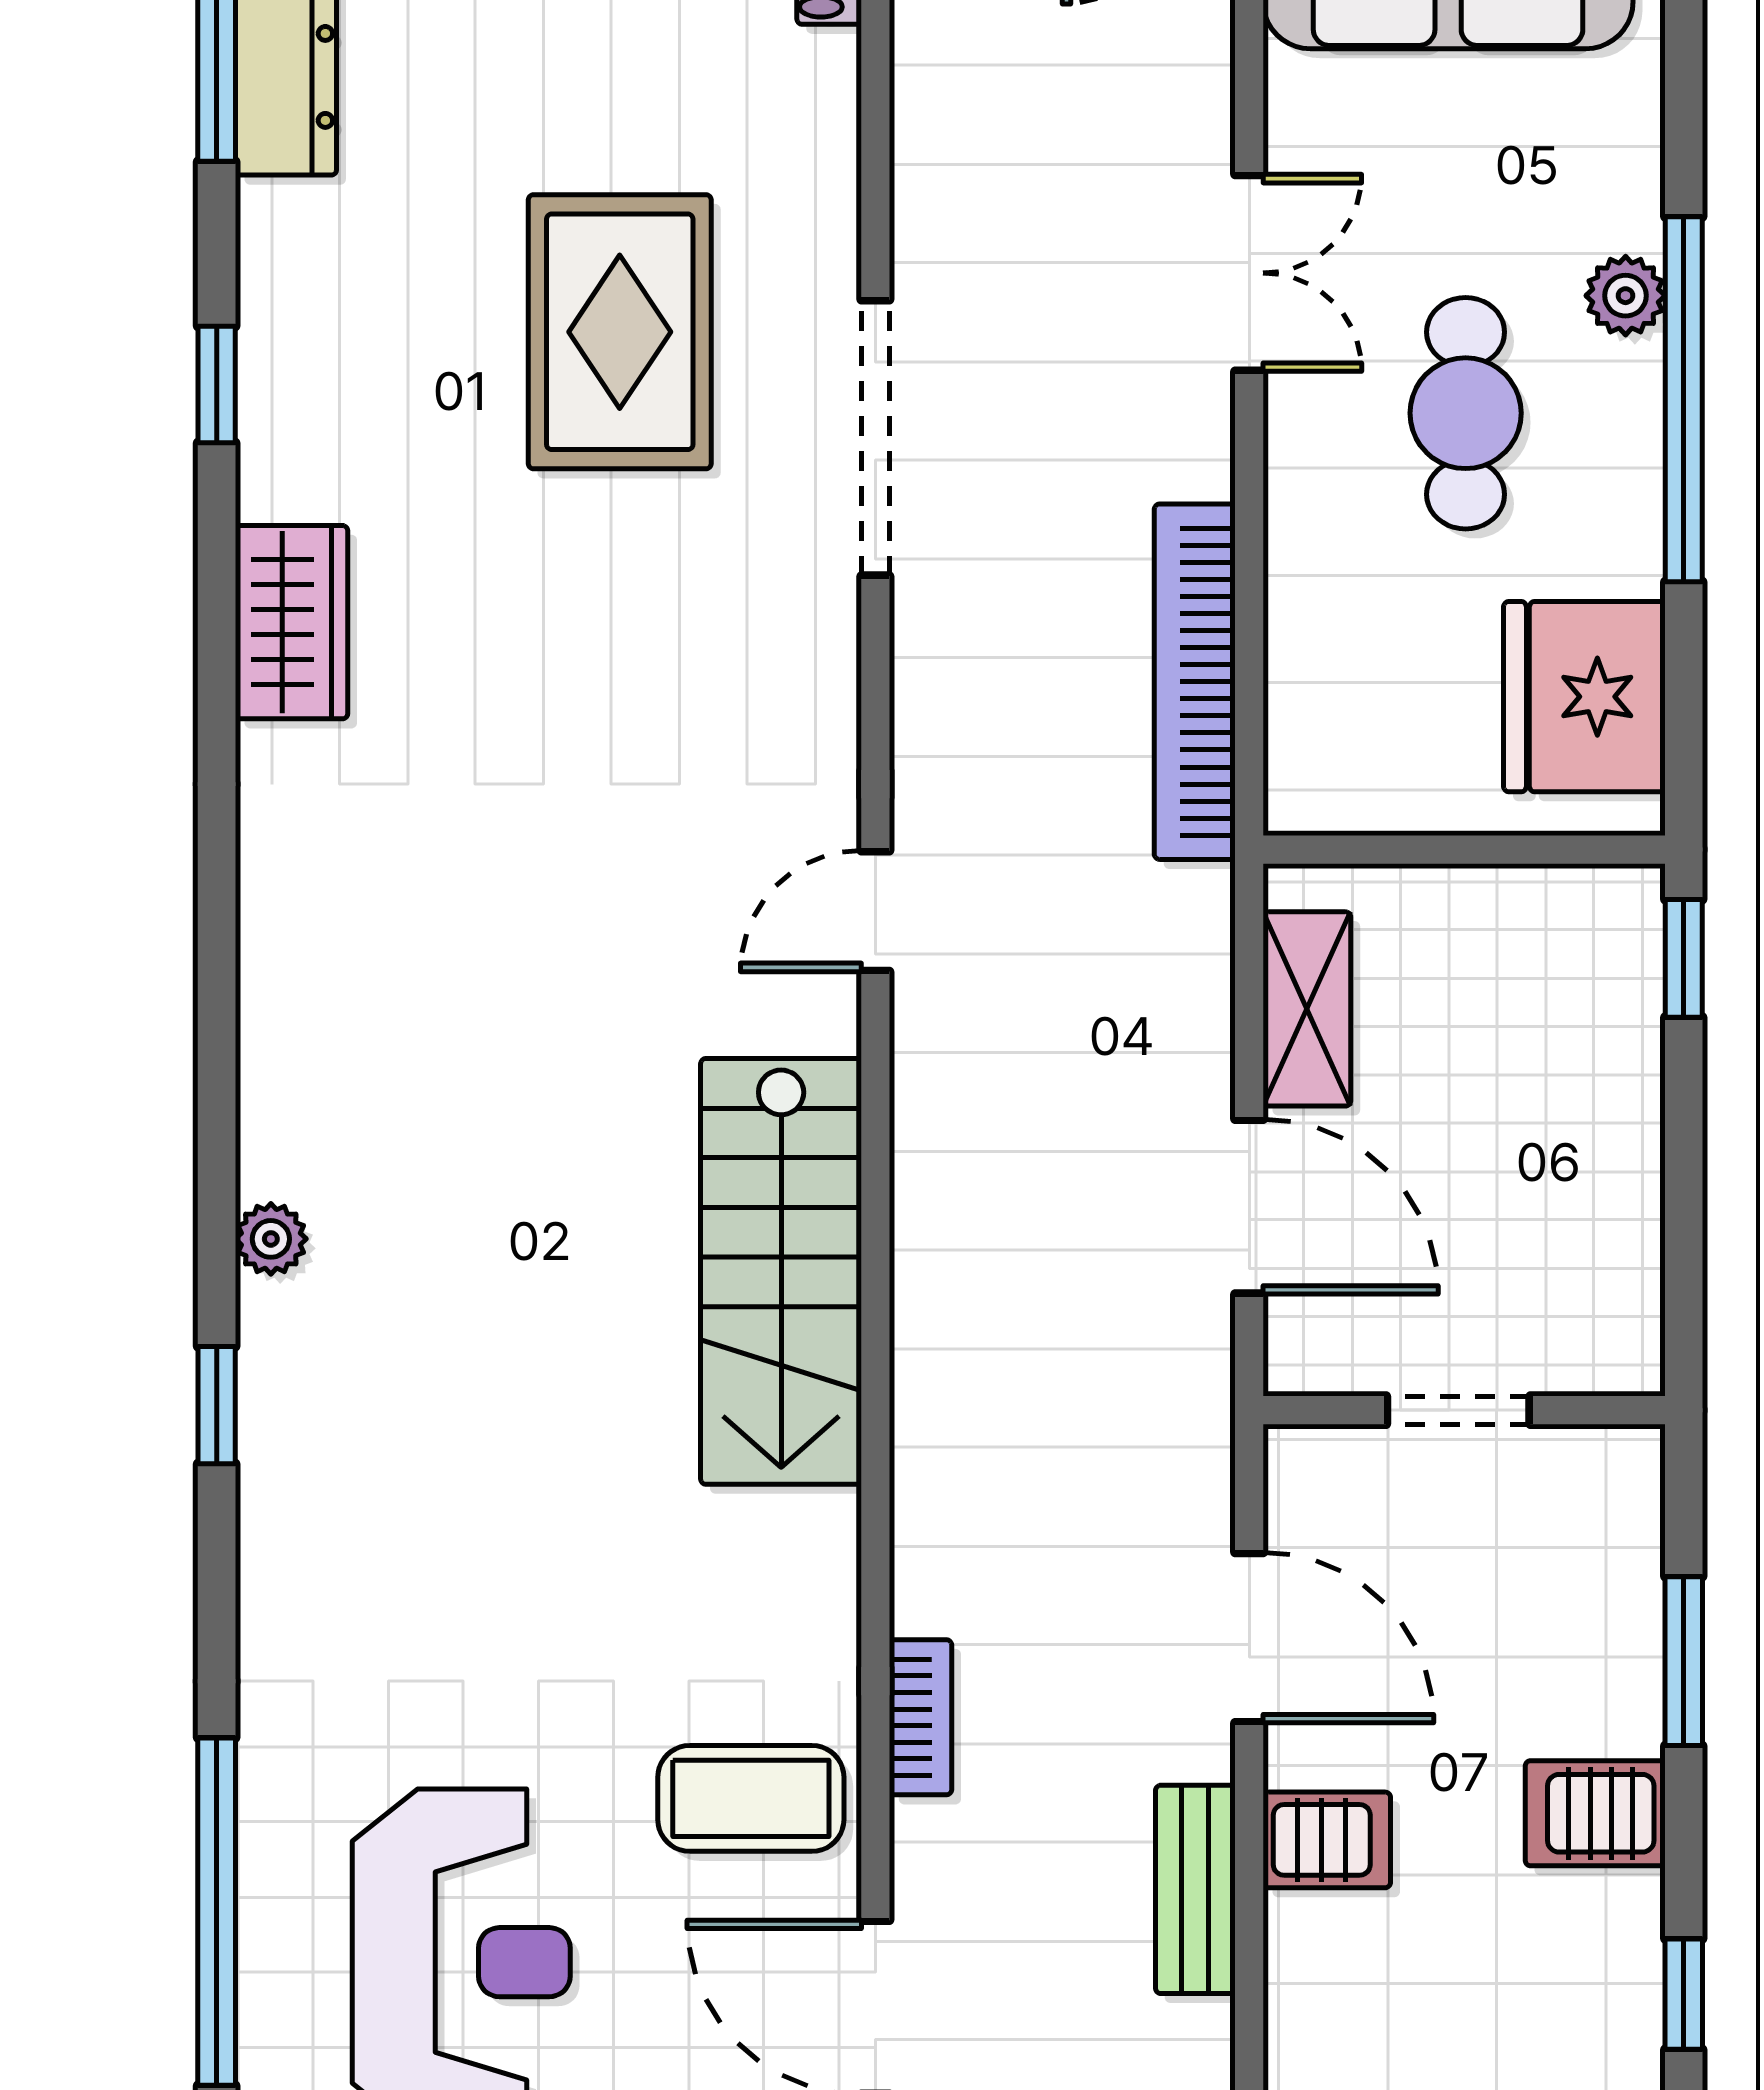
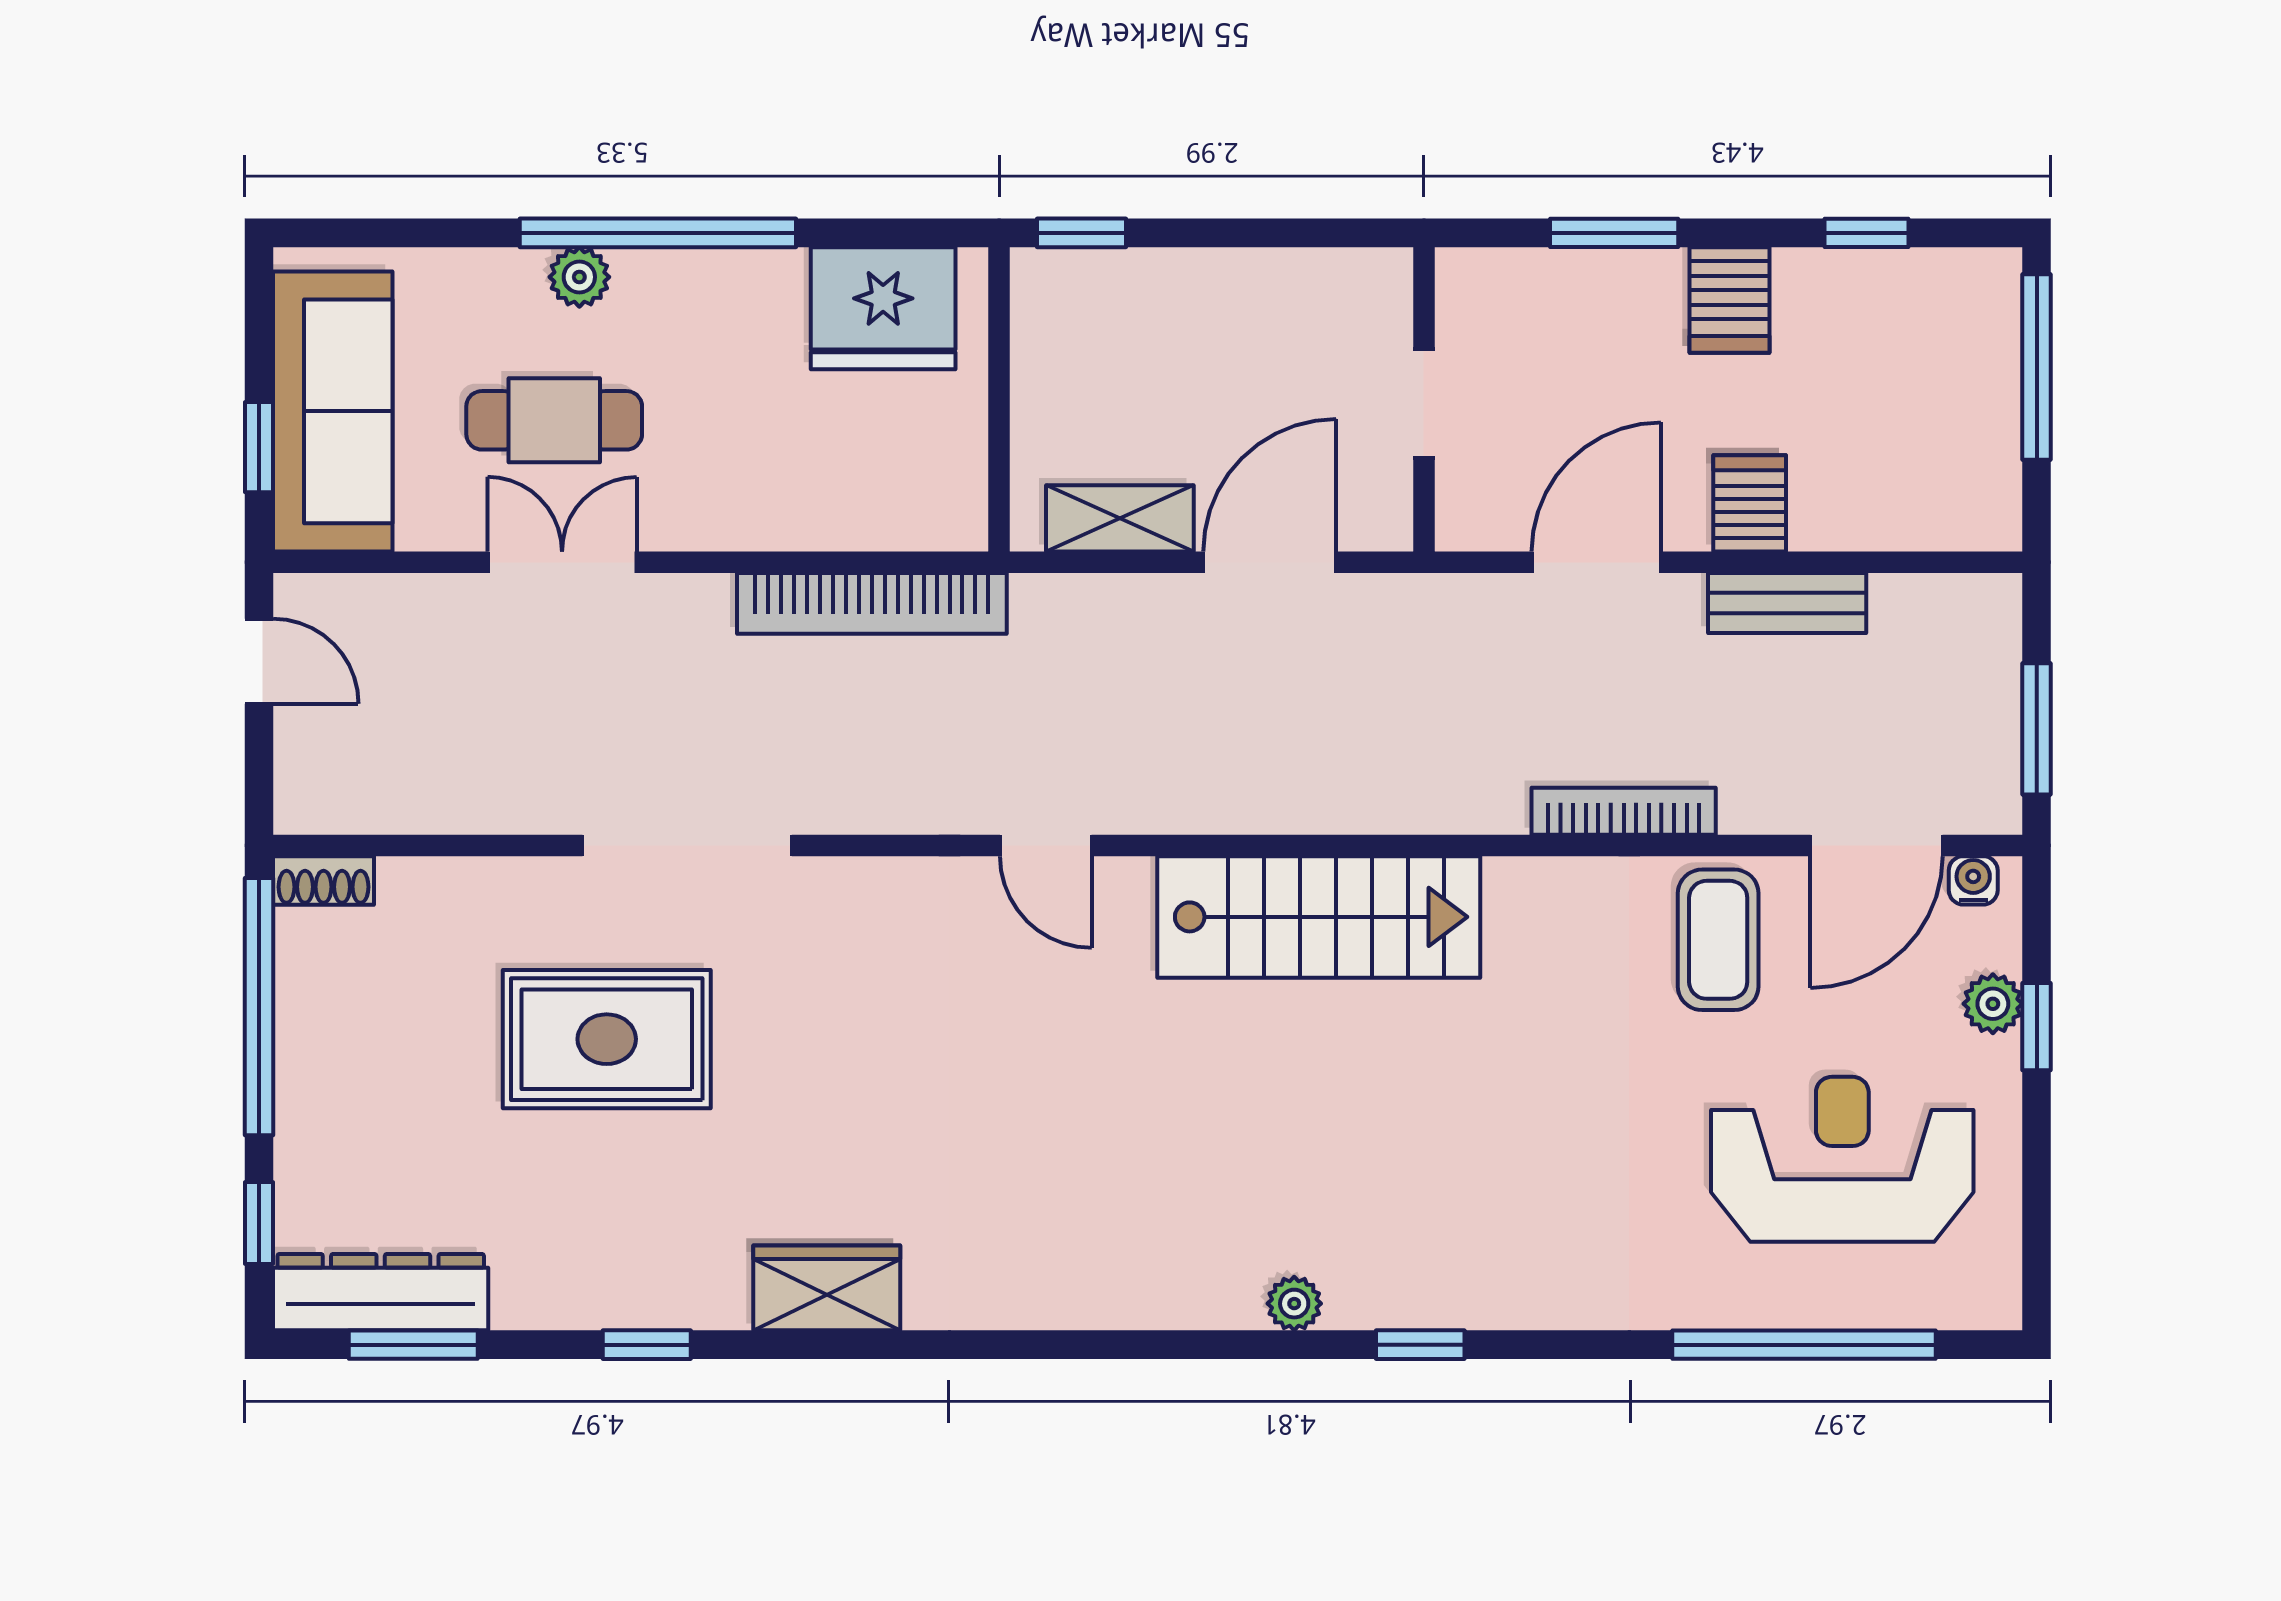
cafe table: (1466, 413) -> (554, 420), moved
bookcase: (921, 1717) -> (1624, 811), width x1.56

